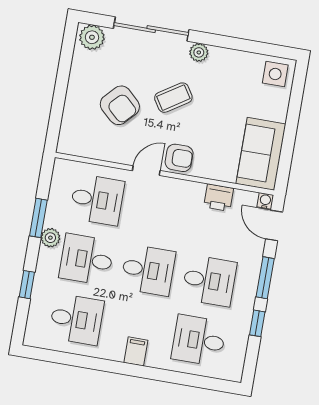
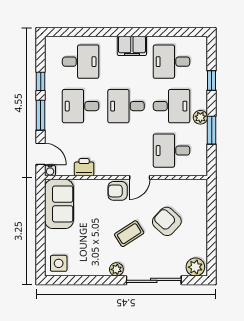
filing cabinet: (136, 351) -> (132, 46), width x2.00

